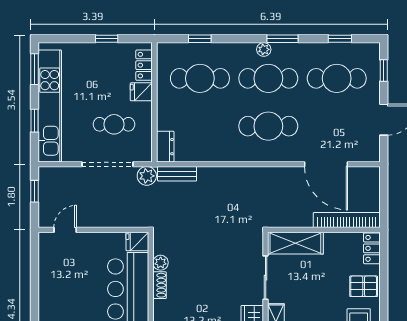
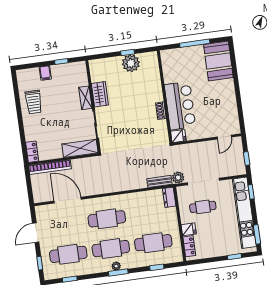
window: (107, 39) -> (234, 257), moved
window: (282, 39) -> (118, 273), moved
window: (34, 121) -> (251, 192), moved
plant: (161, 263) -> (162, 125), removed
pallet: (364, 286) -> (34, 127), removed

